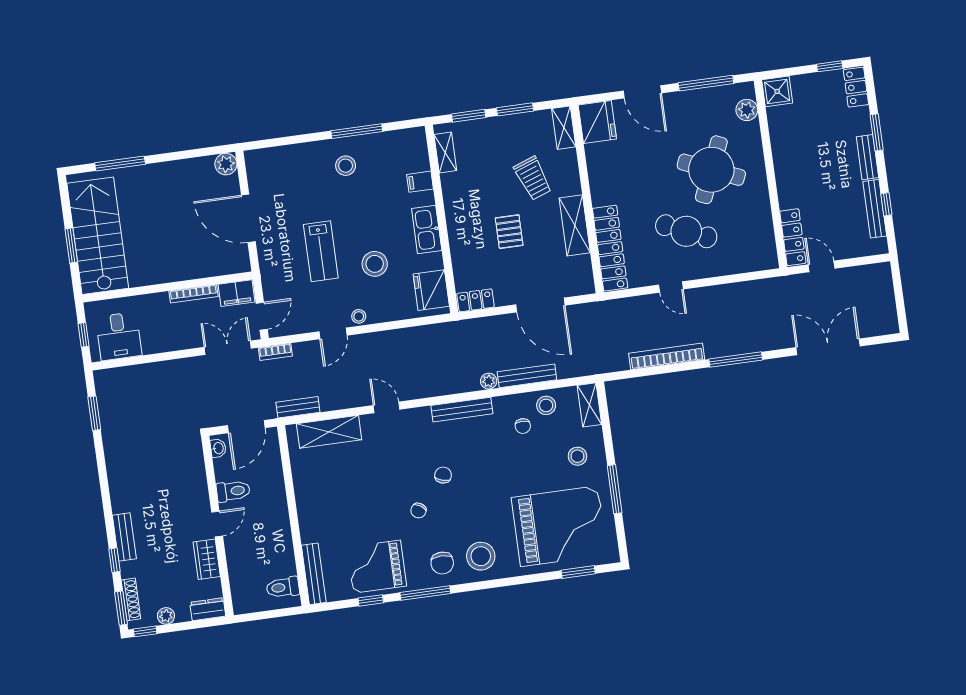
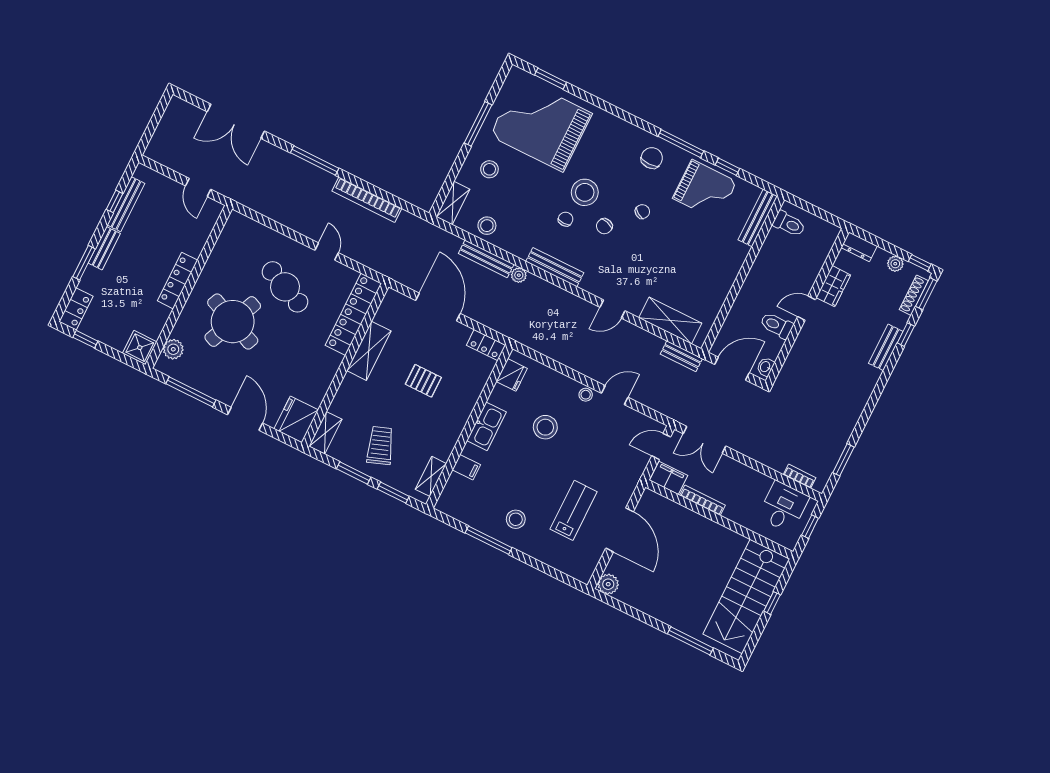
trolley: (533, 178) -> (380, 446), moved
pallet: (509, 232) -> (423, 381), turned 90
locker: (793, 237) -> (178, 281), moved
window: (71, 245) -> (772, 603), width x0.67
lab bench: (321, 251) -> (574, 510), moved
fridge: (431, 290) -> (512, 375), width x0.73, depth x0.75
bookcase: (275, 352) -> (800, 476), moved
door: (386, 407) -> (612, 309), hinge flipped
chair: (523, 426) -> (566, 219), moved
stool: (481, 556) -> (585, 192), moved

